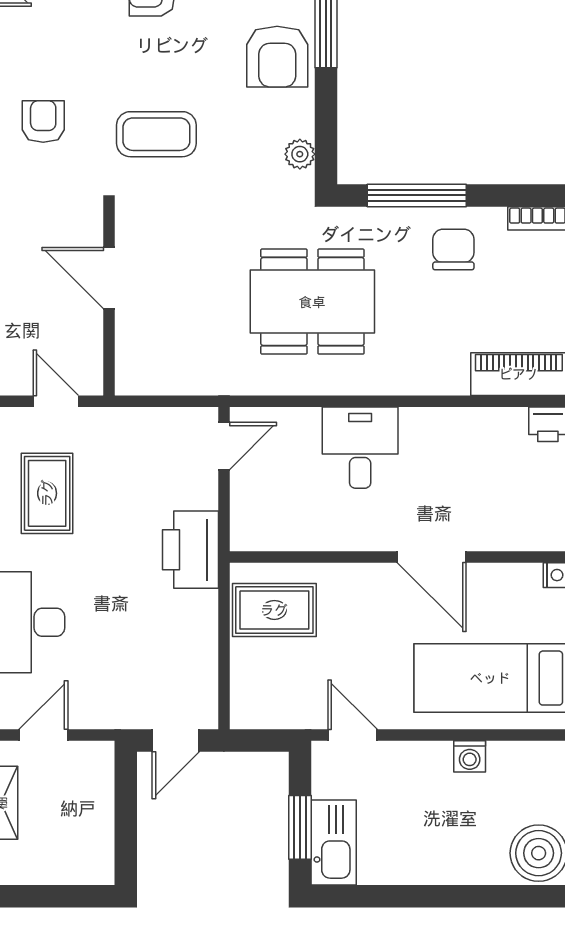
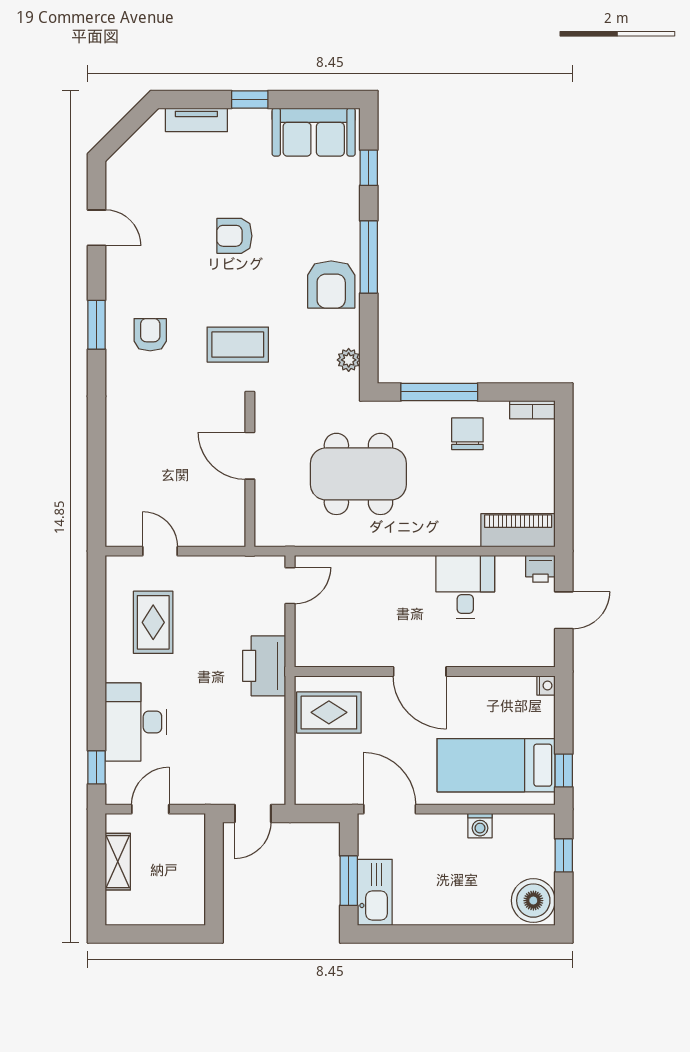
door: (109, 278) -> (250, 456), moved
wall: (109, 301) -> (250, 474), moved
desk: (360, 448) -> (465, 587), moved
door: (432, 557) -> (420, 672), moved
door: (353, 735) -> (390, 809), width x1.38

